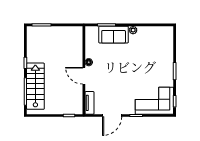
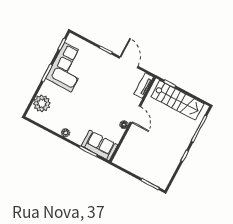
sofa: (114, 35) -> (99, 145), moved
plant: (165, 44) -> (42, 103), added
stairs: (35, 86) -> (178, 100), moved, turned -90
corner sofa: (154, 101) -> (68, 67), moved, turned -90
door: (112, 116) -> (129, 62), hinge flipped

